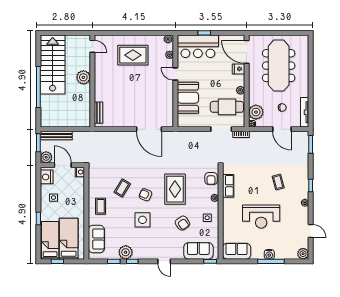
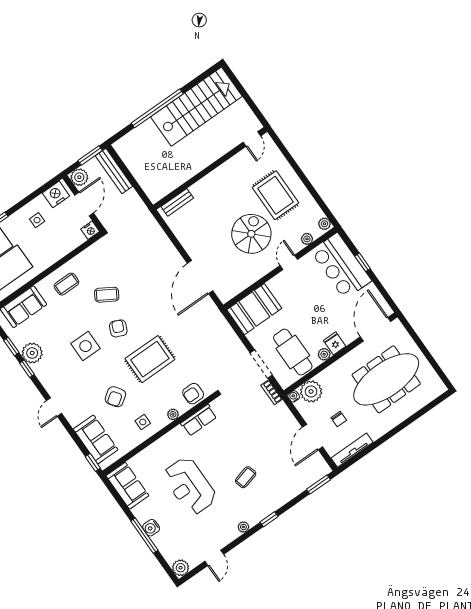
fridge: (238, 69) -> (335, 343), moved
plant: (83, 77) -> (207, 154), removed
spiral stairs: (145, 84) -> (251, 234), added
booth: (188, 98) -> (254, 309), moved

